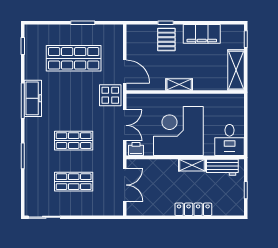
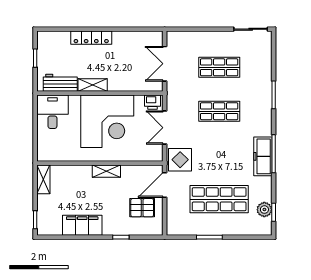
pallet: (166, 39) -> (142, 208), moved, turned 90
plant: (31, 49) -> (264, 210), added
shelving: (236, 70) -> (43, 179), width x0.67, depth x0.75
door: (125, 72) -> (165, 185), hinge flipped

